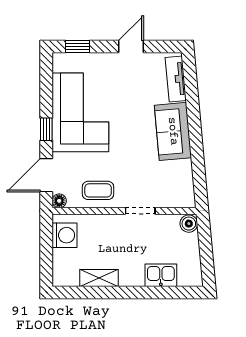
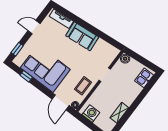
door: (131, 47) -> (34, 27), hinge flipped
window: (46, 129) -> (26, 76), moved
kitchen sink: (161, 275) -> (144, 78), moved

